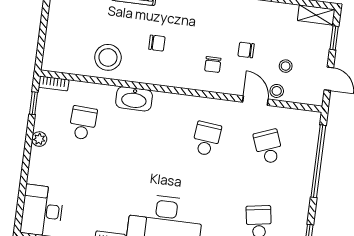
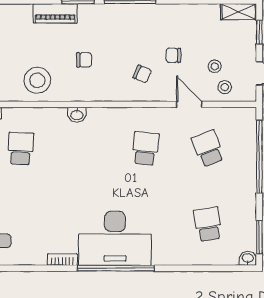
chair: (213, 65) -> (142, 74), turned -66
stool: (277, 91) -> (225, 87), moved
washbasin: (134, 99) -> (77, 115), width x0.52, depth x0.69

